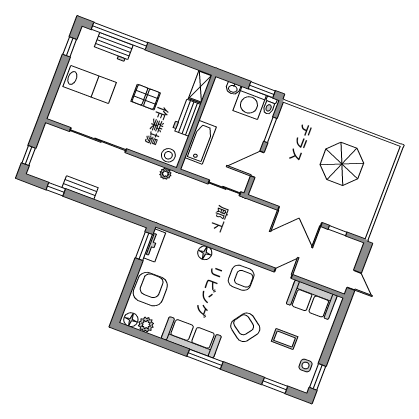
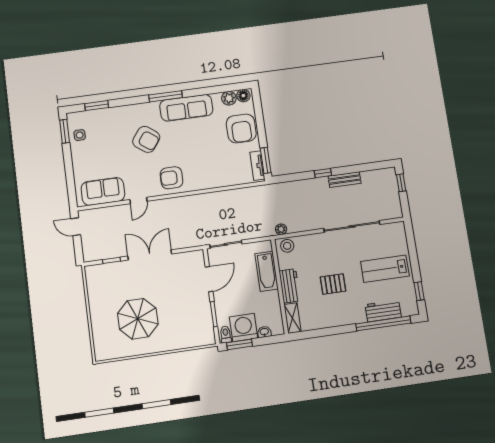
window: (56, 189) -> (323, 173), moved
floor lamp: (205, 253) -> (213, 182), removed
coffee table: (285, 339) -> (108, 147), removed

